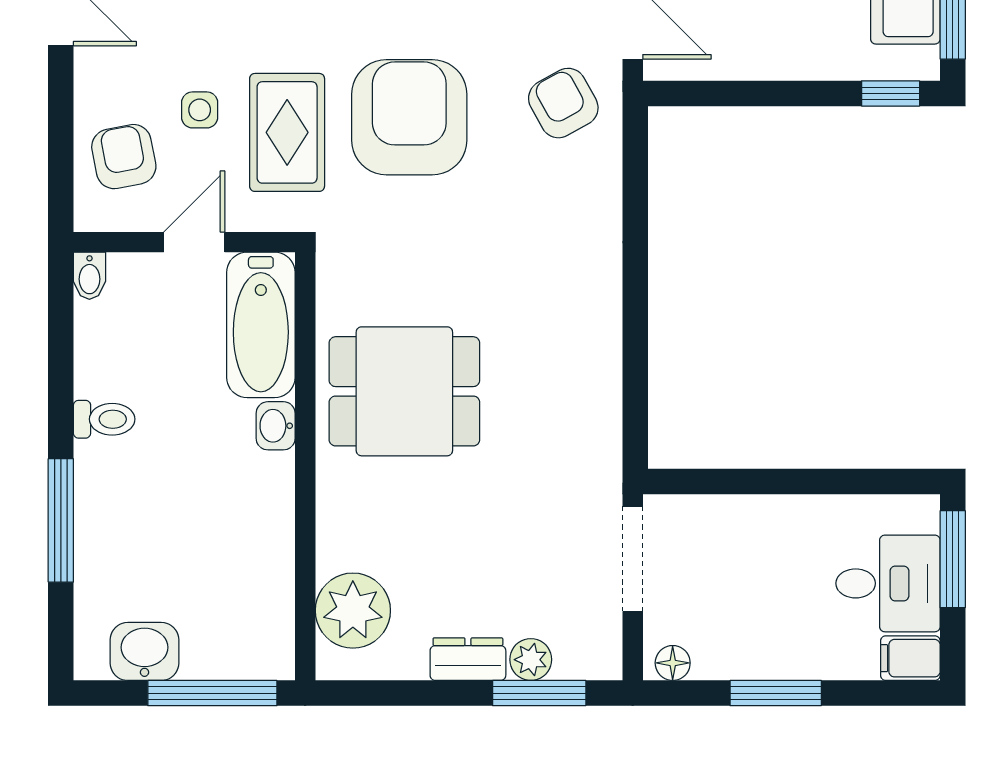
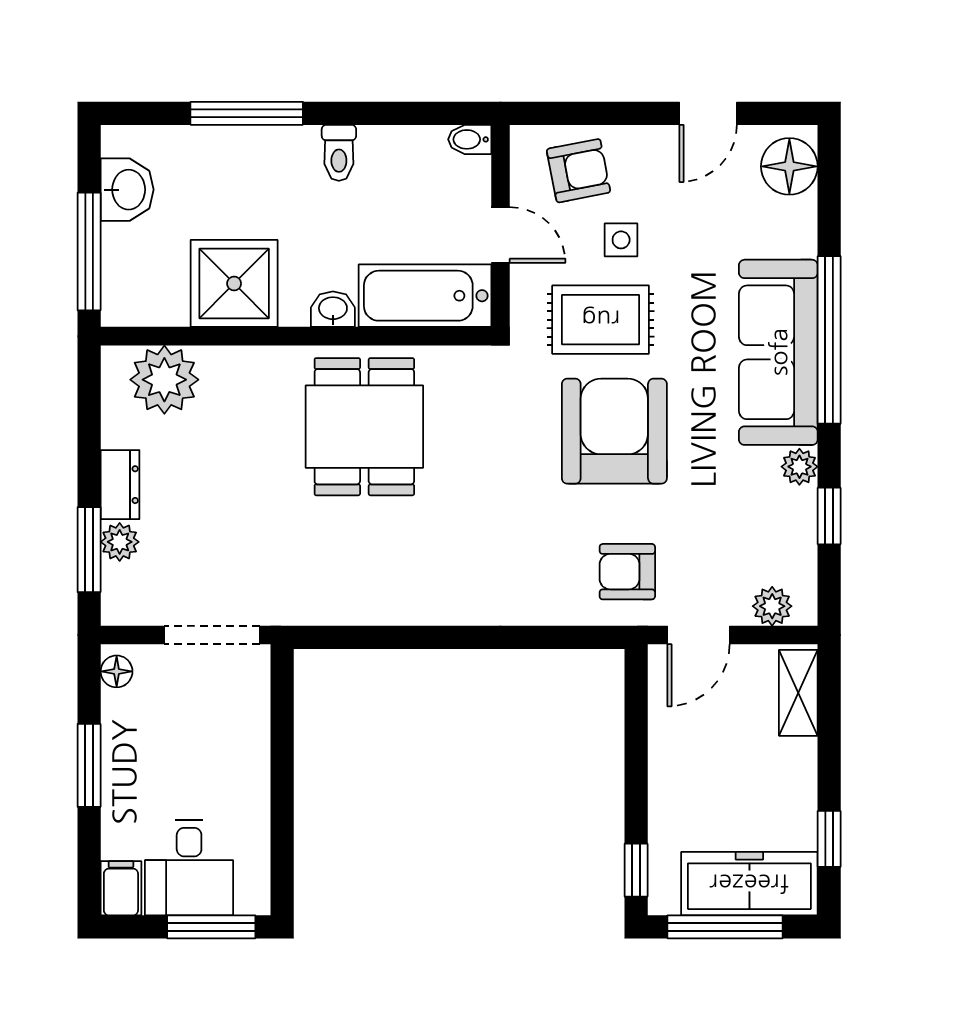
armchair: (563, 103) -> (627, 572), turned -151
armchair: (409, 117) -> (614, 431), turned -90
shower: (247, 534) -> (234, 283), added

